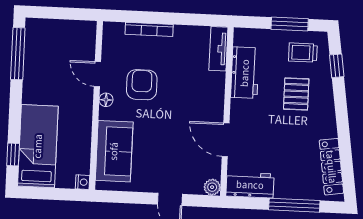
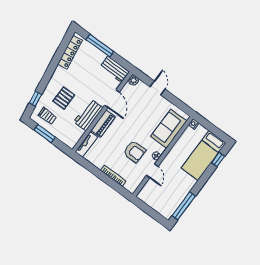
workbench: (245, 73) -> (89, 115), moved
armchair: (142, 85) -> (134, 152), turned -90
piano: (214, 95) -> (103, 124), added

